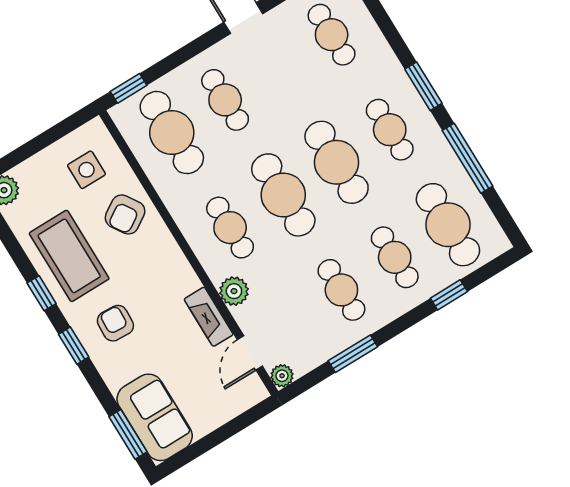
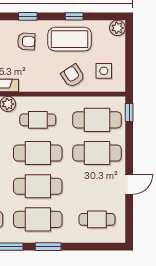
cafe table: (225, 100) -> (97, 153), width x1.37, depth x1.35
cafe table: (390, 130) -> (38, 219), width x1.37, depth x1.35
window: (42, 293) -> (74, 16), moved

